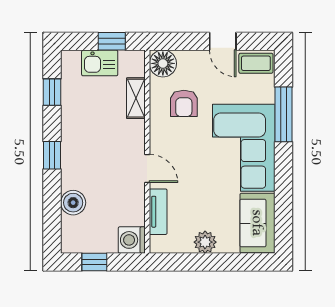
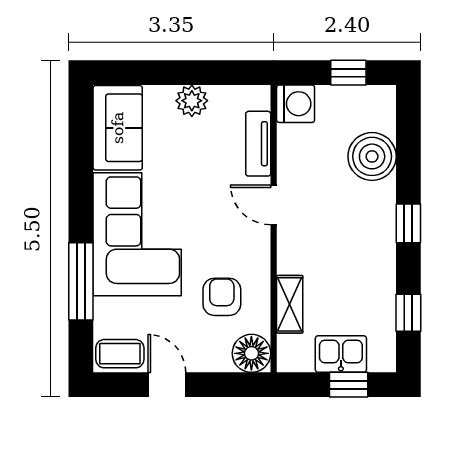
window: (112, 41) -> (349, 385), moved
boiler: (73, 203) -> (372, 156), width x1.37, depth x1.37

